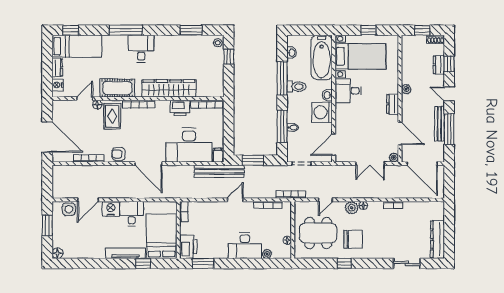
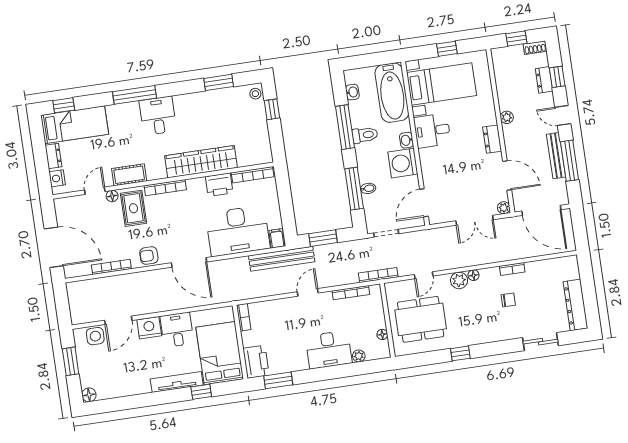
cot: (117, 88) -> (129, 175), width x0.73, depth x0.75
chair: (353, 239) -> (508, 300), moved, width x0.54, depth x0.54

